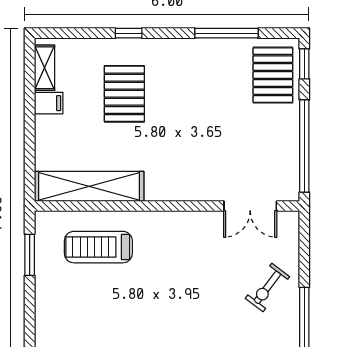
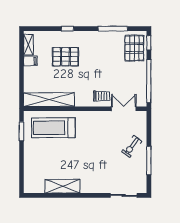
pallet: (124, 94) -> (65, 57), turned 90
trolley: (203, 179) -> (102, 96), added
double door: (250, 206) -> (124, 109), swing flipped
treadmill: (98, 247) -> (53, 128), width x1.37, depth x1.38

